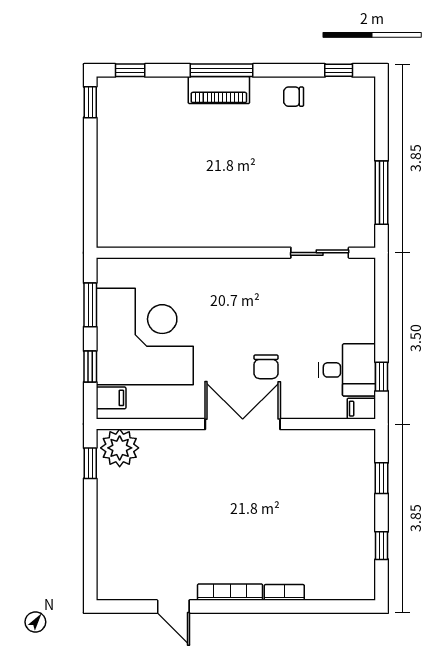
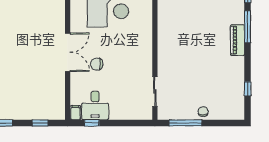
window: (222, 70) -> (248, 27), moved
window: (339, 70) -> (248, 89), moved
chair: (294, 97) -> (203, 112), moved

